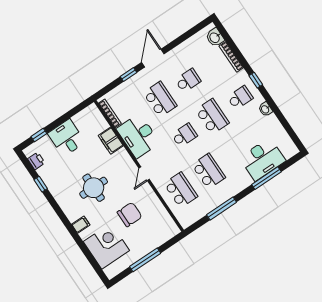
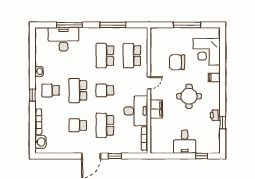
filing cabinet: (111, 141) -> (156, 109), moved
printer: (36, 161) -> (215, 115), moved

